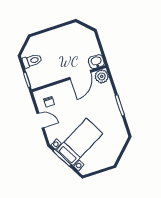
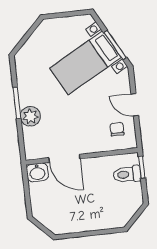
toilet: (32, 61) -> (127, 174), moved
door: (80, 75) -> (64, 158), swing flipped
plant: (102, 76) -> (30, 116), moved

